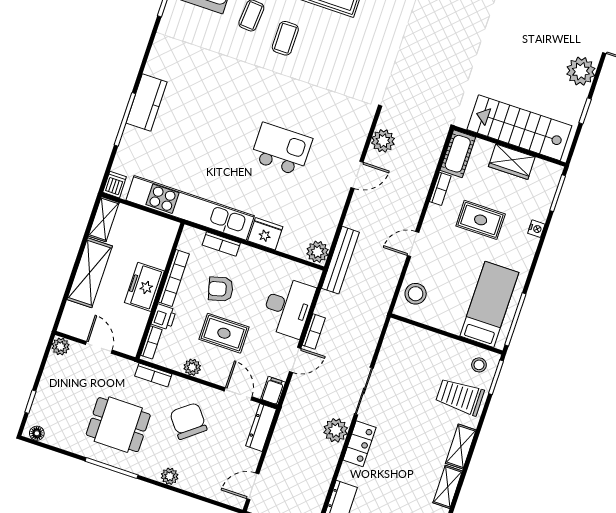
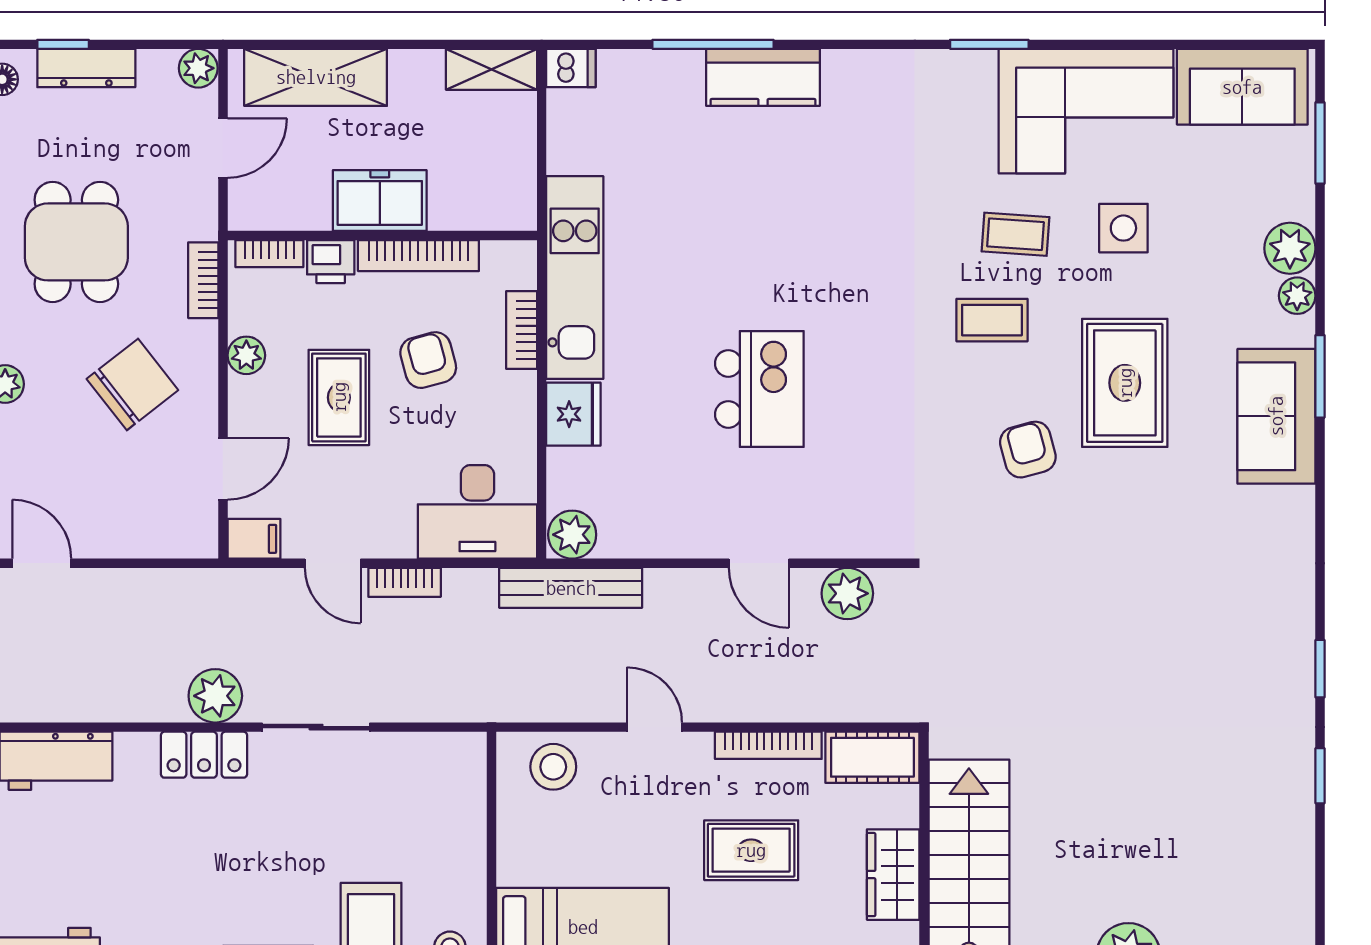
armchair: (347, 41) -> (1028, 450), added
bookcase: (440, 189) -> (768, 745), width x1.56
kitchen unit: (190, 208) -> (575, 278), width x0.73
rug: (481, 220) -> (751, 850), turned 90
shelving: (90, 273) -> (316, 77), moved
desk: (288, 307) -> (477, 512), moved
dresser: (261, 427) -> (86, 68), moved, turned 180

